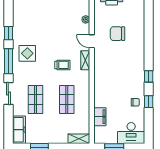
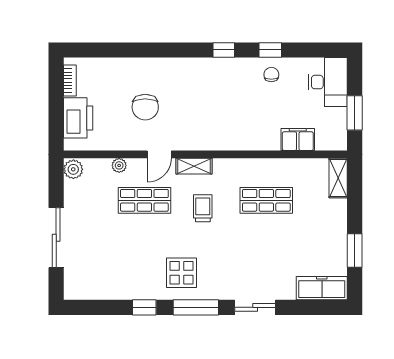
shop shelf: (35, 100) -> (144, 200), moved

